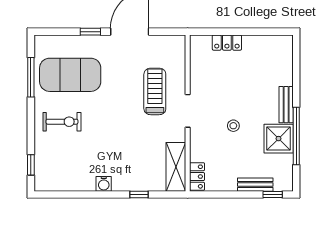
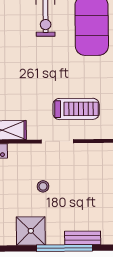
bench: (286, 105) -> (83, 238), moved
window: (296, 136) -> (64, 248), moved

